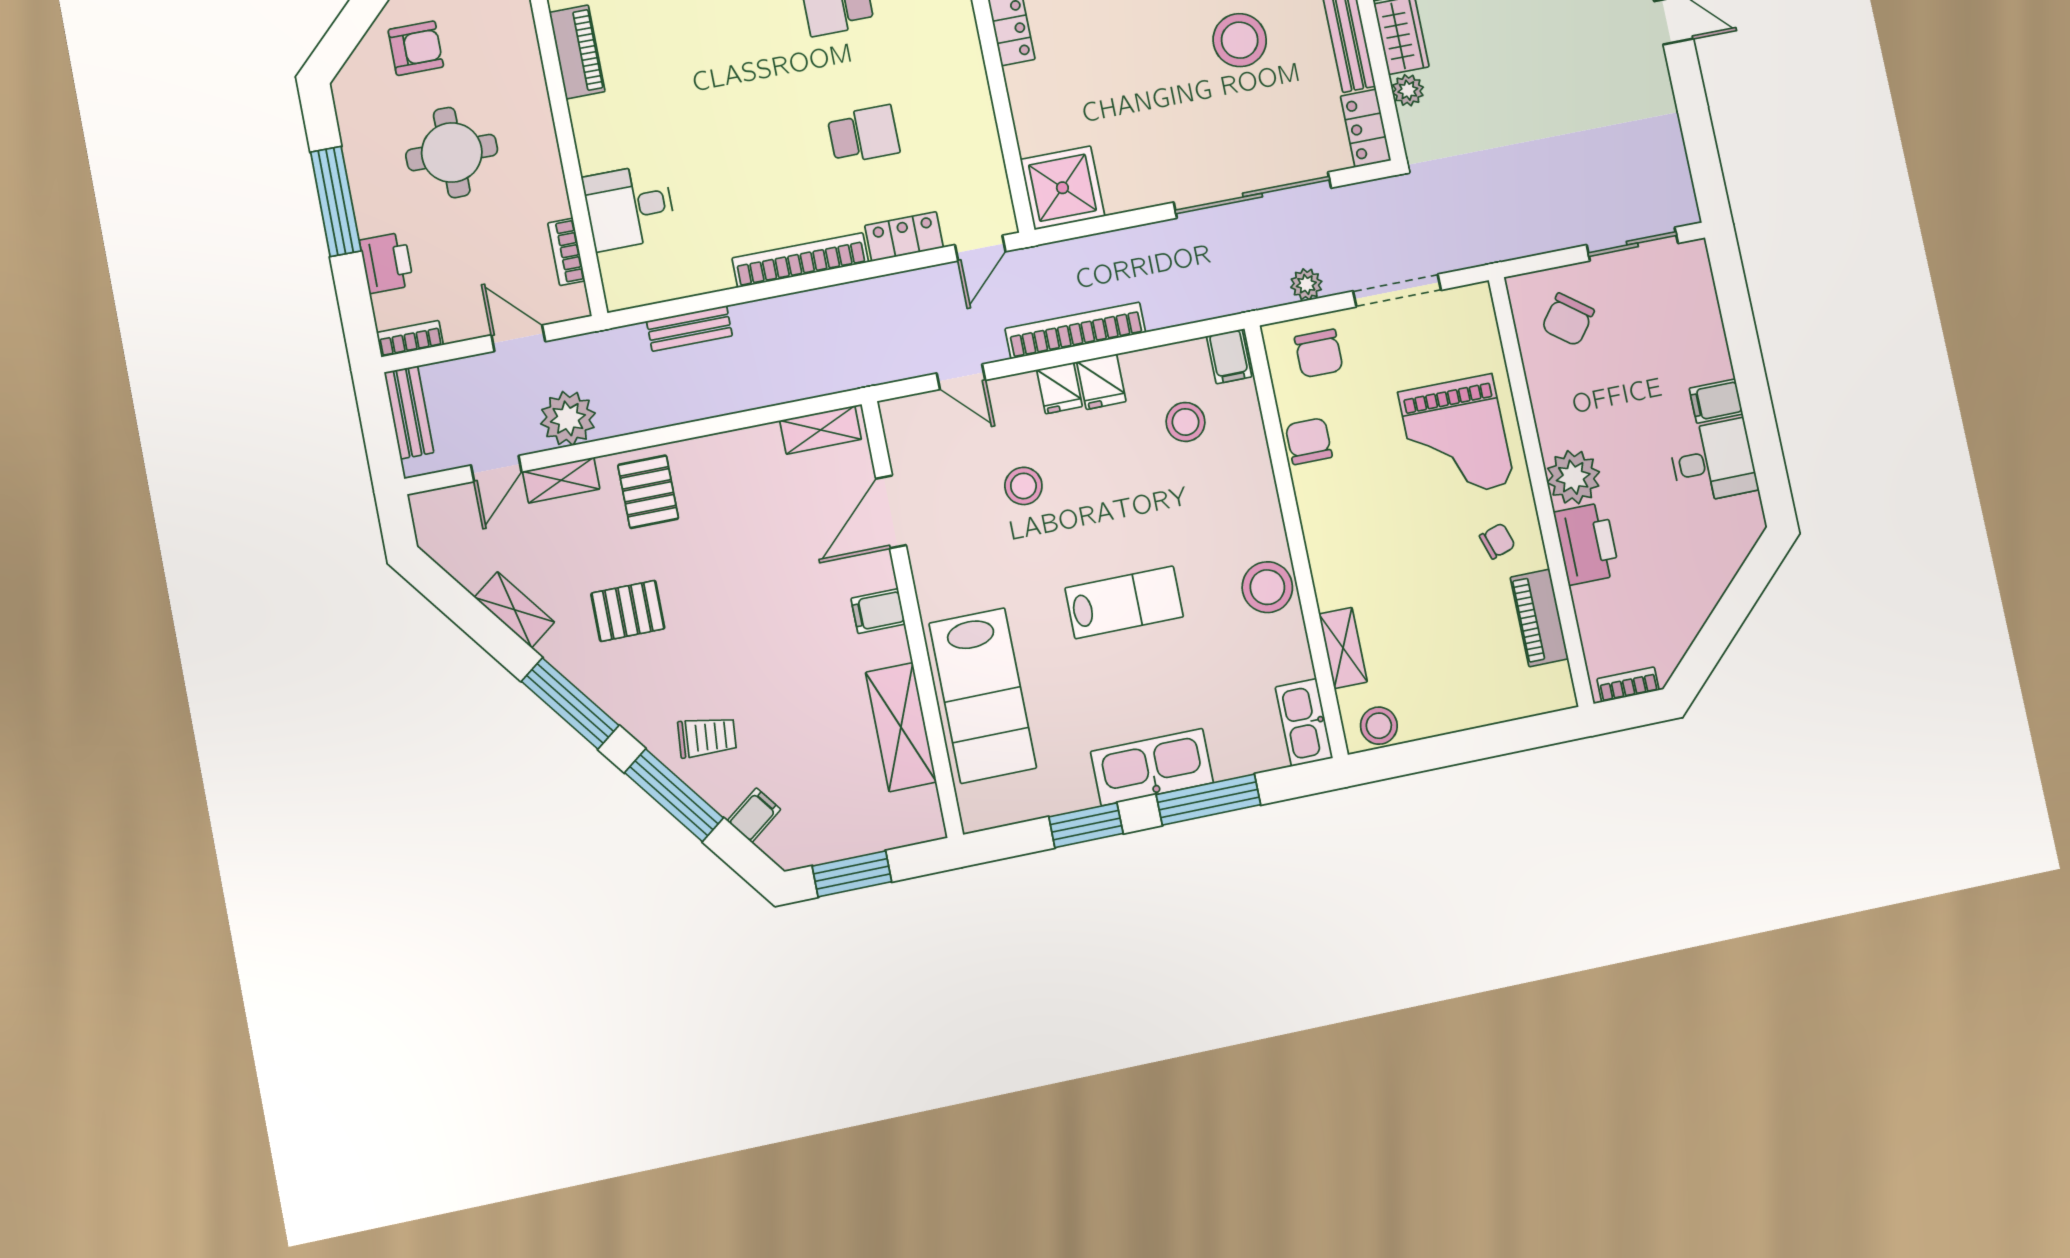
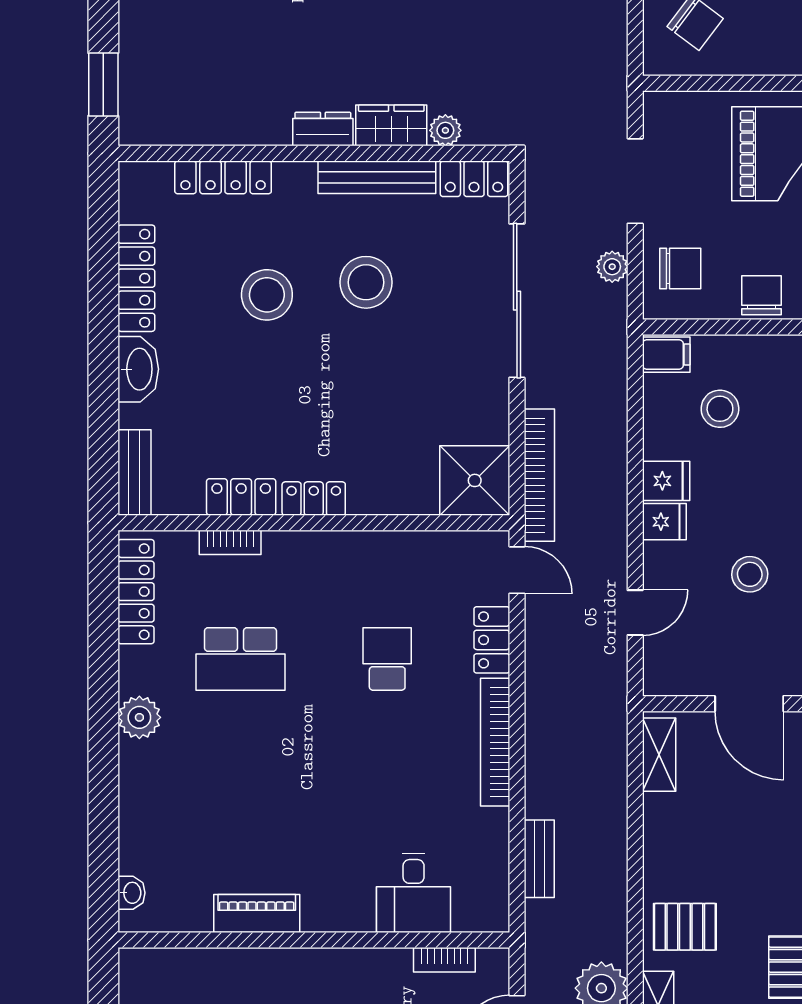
bookcase: (1075, 330) -> (539, 475), moved, turned 180
chair: (1309, 441) -> (761, 295), turned 90

